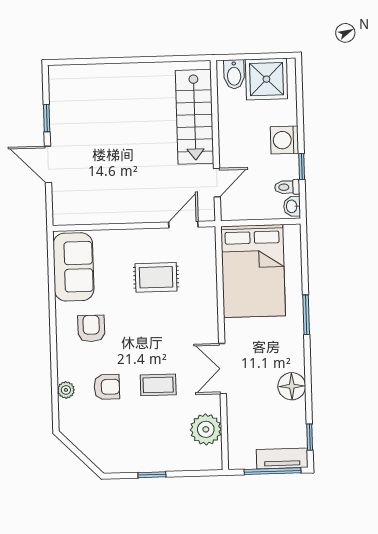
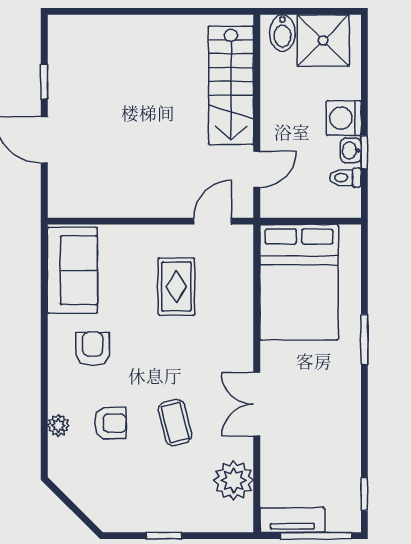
washbasin: (292, 206) -> (351, 150), moved
rug: (156, 277) -> (176, 287), turned 90
coffee table: (158, 385) -> (175, 423), turned 76
floor lamp: (292, 386) -> (344, 429), removed
tv unit: (282, 458) -> (292, 520), moved

